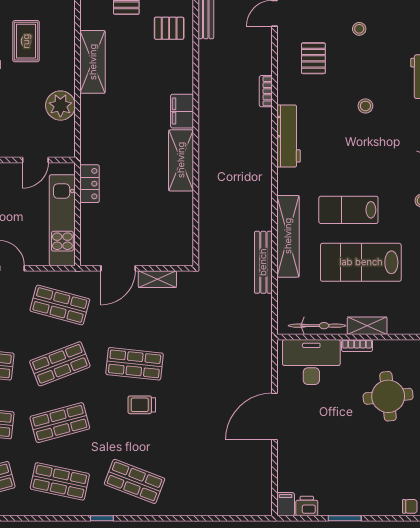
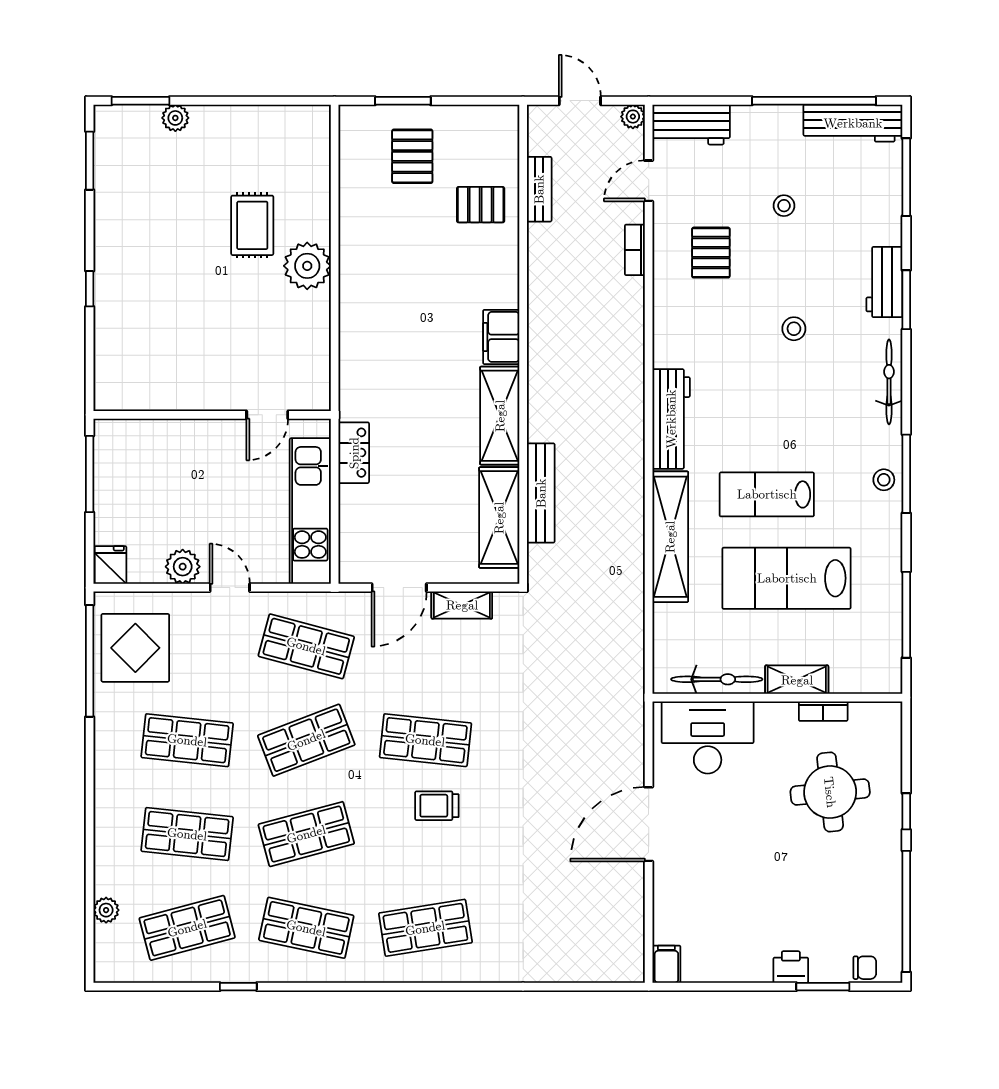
shelving: (93, 62) -> (499, 518), moved
bookcase: (266, 91) -> (635, 250), moved
plant: (60, 106) -> (307, 266), moved
workbench: (289, 136) -> (671, 419), moved
bench: (263, 262) -> (541, 493), moved
bookcase: (357, 346) -> (823, 711), moved
shop shelf: (135, 481) -> (425, 928), turned -30
printer: (307, 506) -> (791, 967), moved
window: (102, 518) -> (238, 987), moved
window: (345, 518) -> (823, 987), moved

